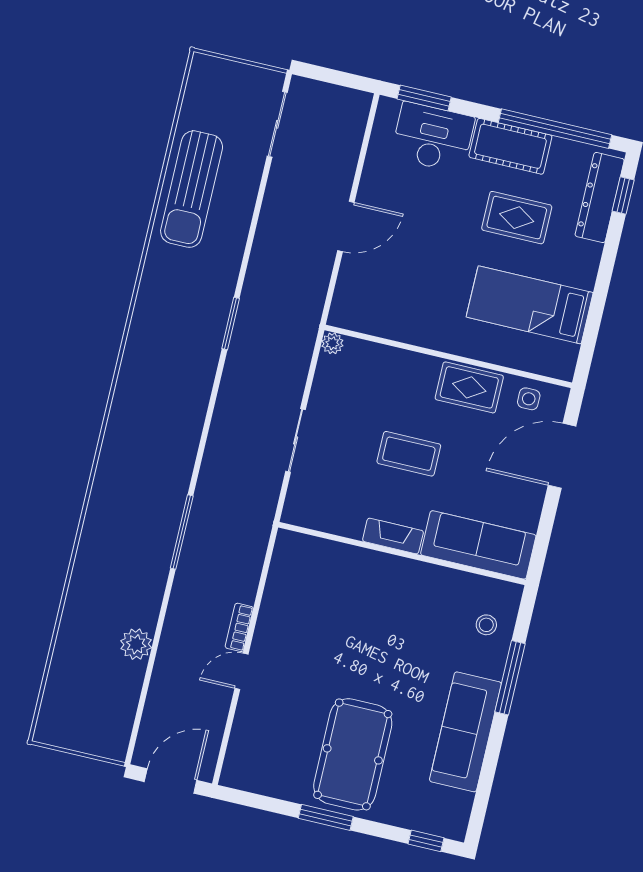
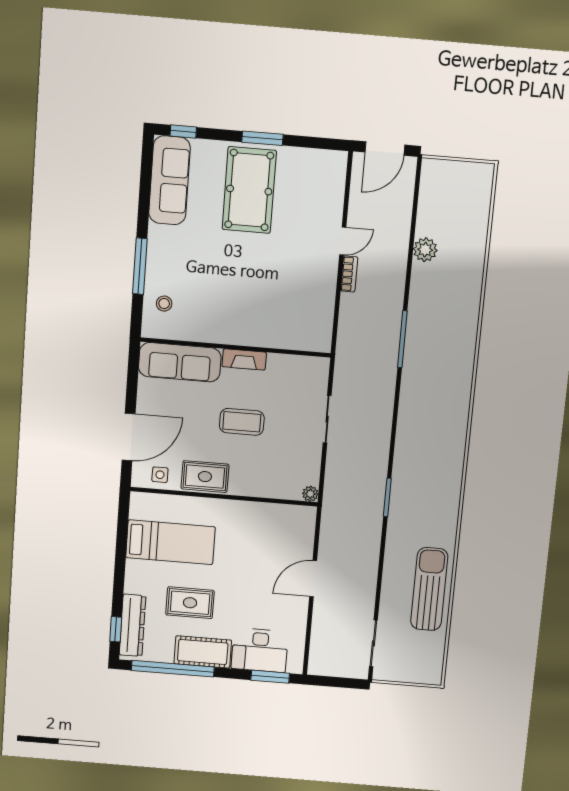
sofa: (465, 732) -> (170, 180), moved

